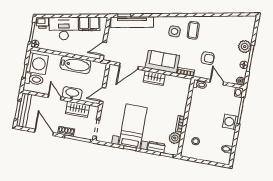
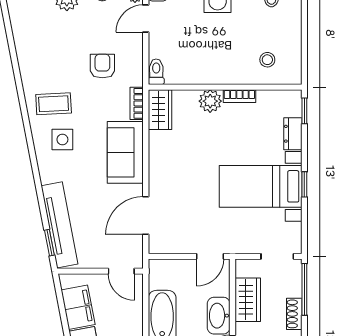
door: (129, 66) -> (146, 216), swing flipped
wardrobe: (154, 78) -> (160, 110), moved
door: (217, 82) -> (146, 18), moved
door: (103, 94) -> (210, 256), hinge flipped
plant: (175, 138) -> (210, 101), moved

